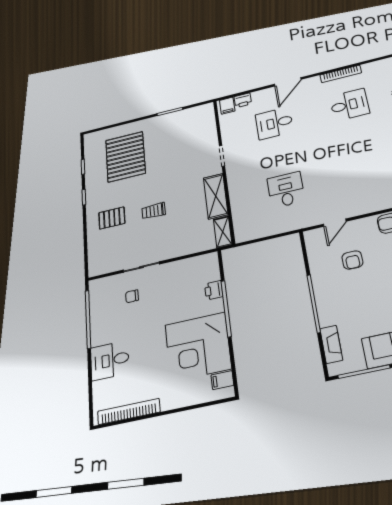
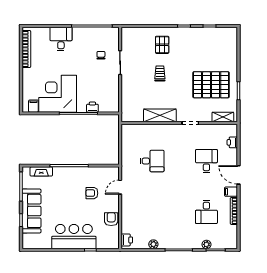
filing cabinet: (227, 106) -> (231, 192), moved
pallet: (125, 157) -> (211, 85), moved
door: (335, 223) -> (120, 187), hinge flipped
shelving: (223, 232) -> (223, 117), moved

